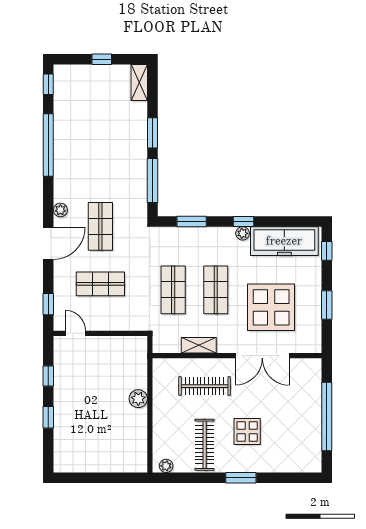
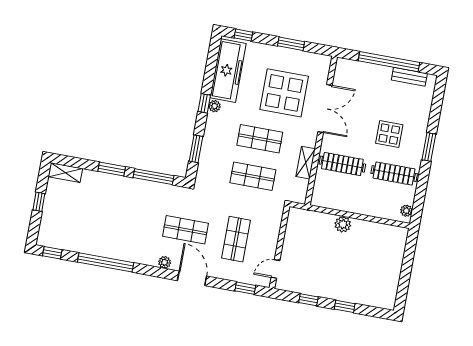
clothes rail: (205, 386) -> (342, 164), turned 90
bench: (314, 442) -> (409, 77), added

